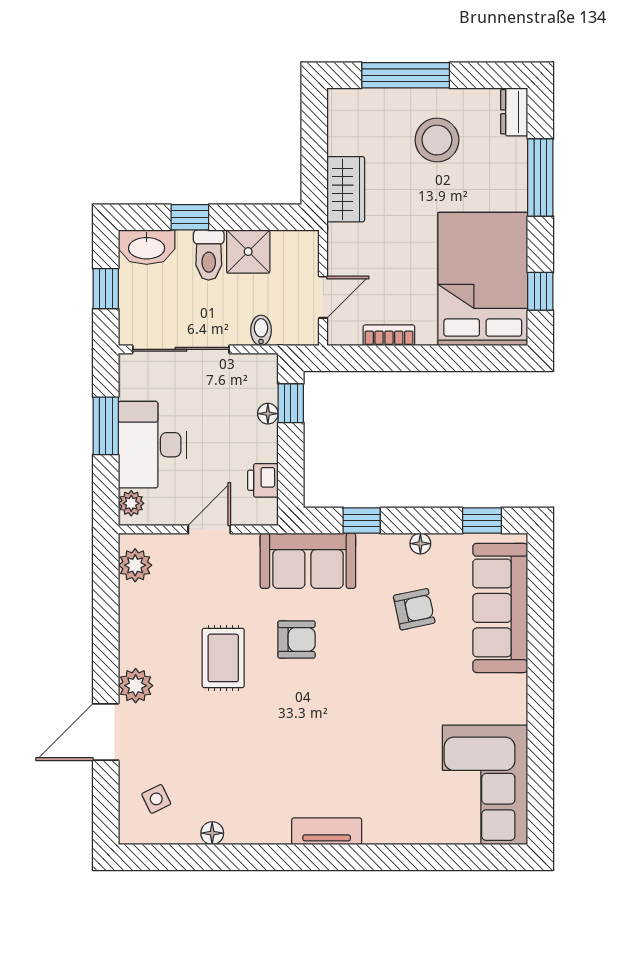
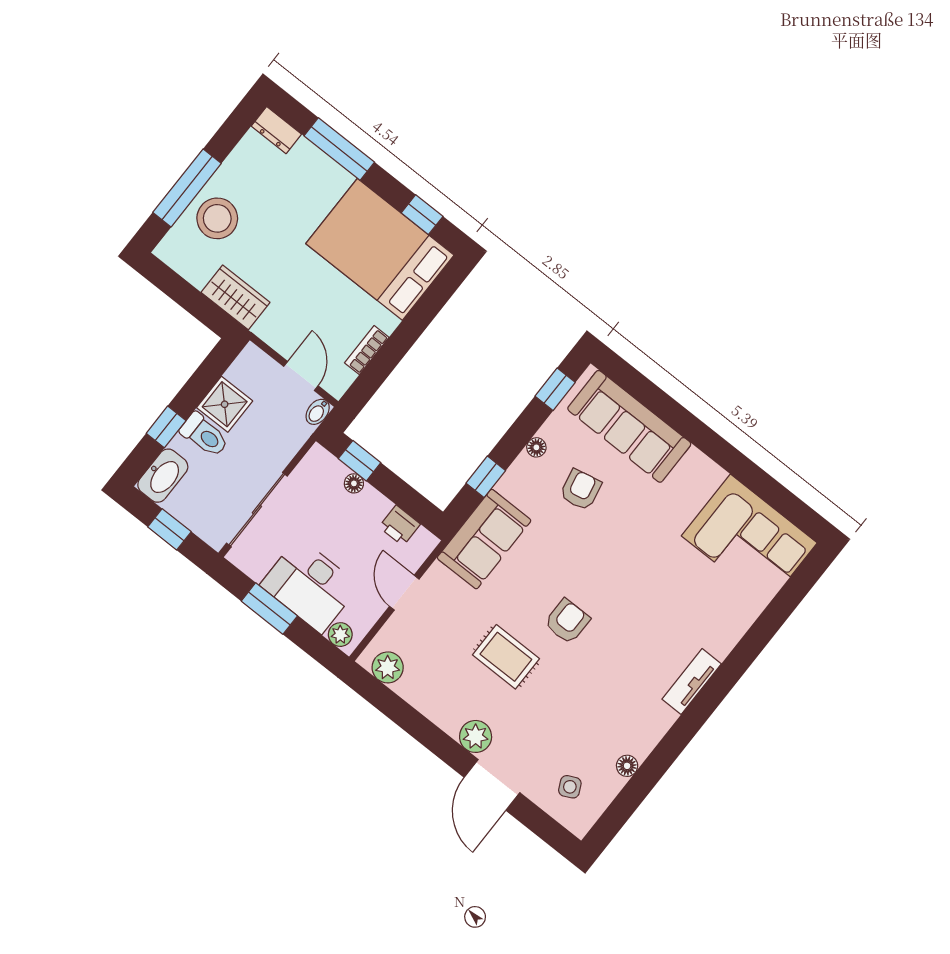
stool: (437, 140) -> (217, 218), moved
bidet: (261, 330) -> (318, 412), moved, turned -90
armchair: (296, 639) -> (567, 621), moved

